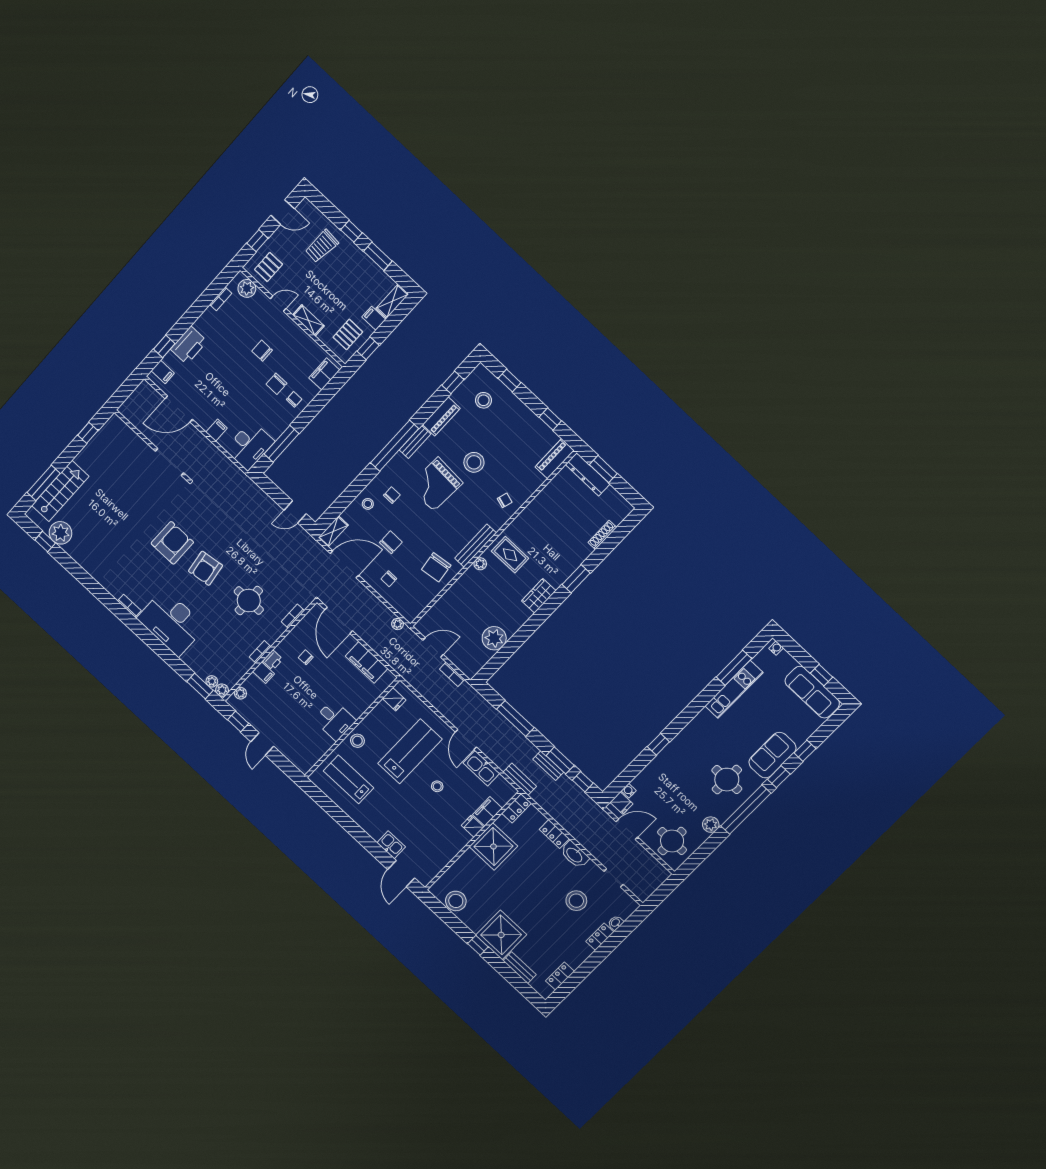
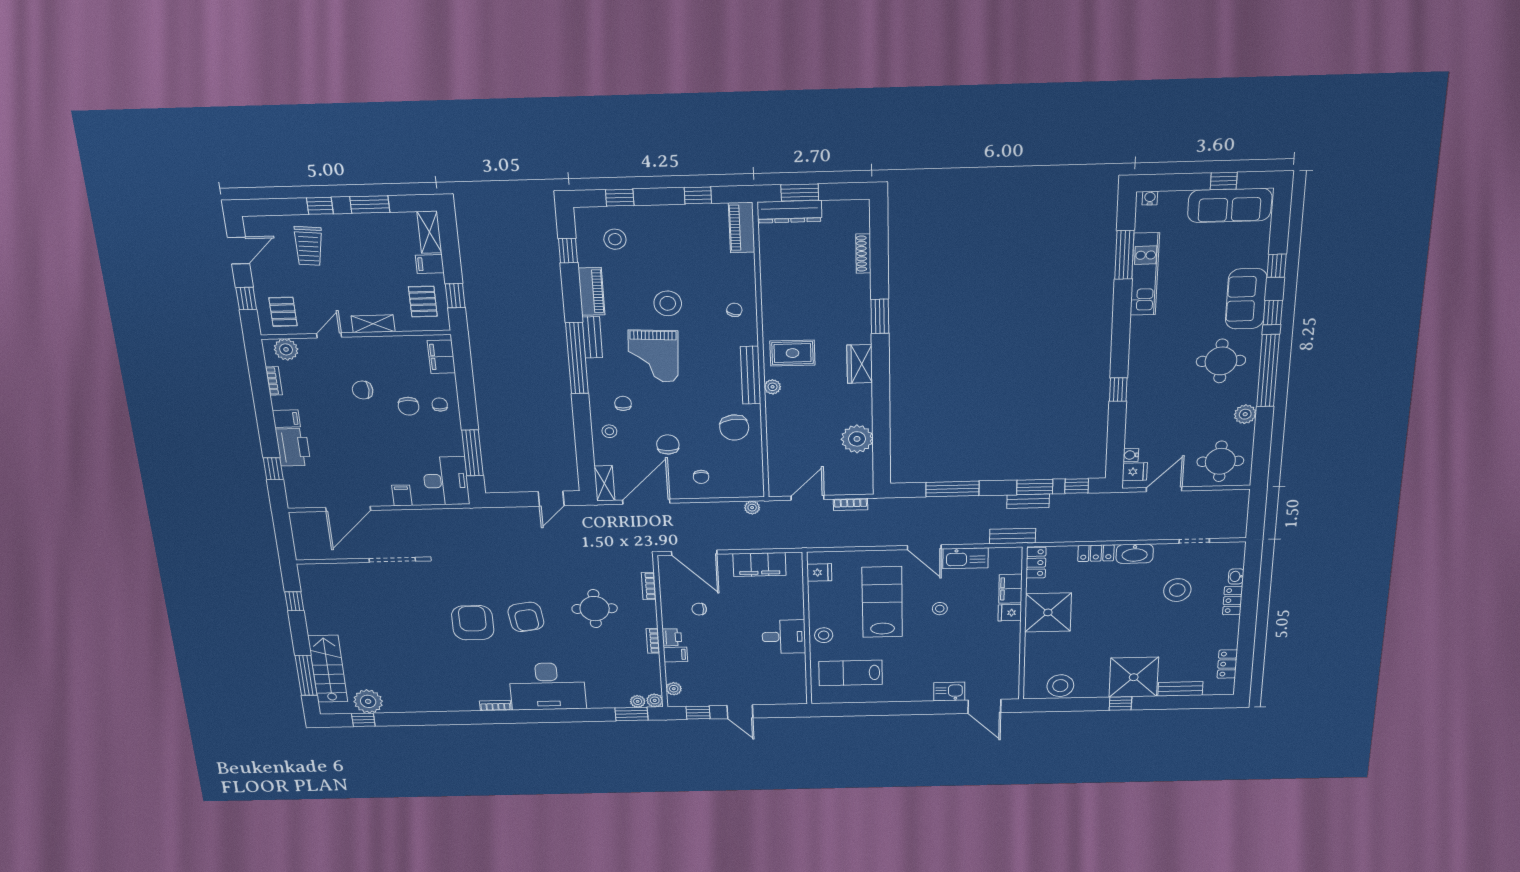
filing cabinet: (163, 372) -> (286, 419), moved

